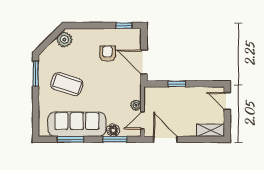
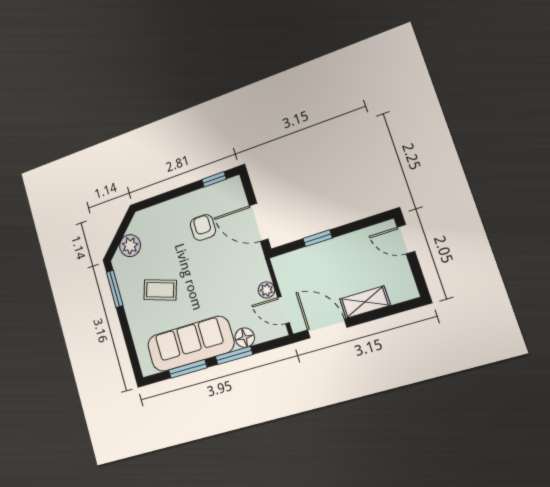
plant: (64, 39) -> (130, 246), moved
coffee table: (67, 84) -> (160, 290), width x0.73, depth x0.77
door: (143, 121) -> (283, 310), hinge flipped
shelving: (211, 130) -> (365, 302), moved
window: (115, 139) -> (234, 356), moved

